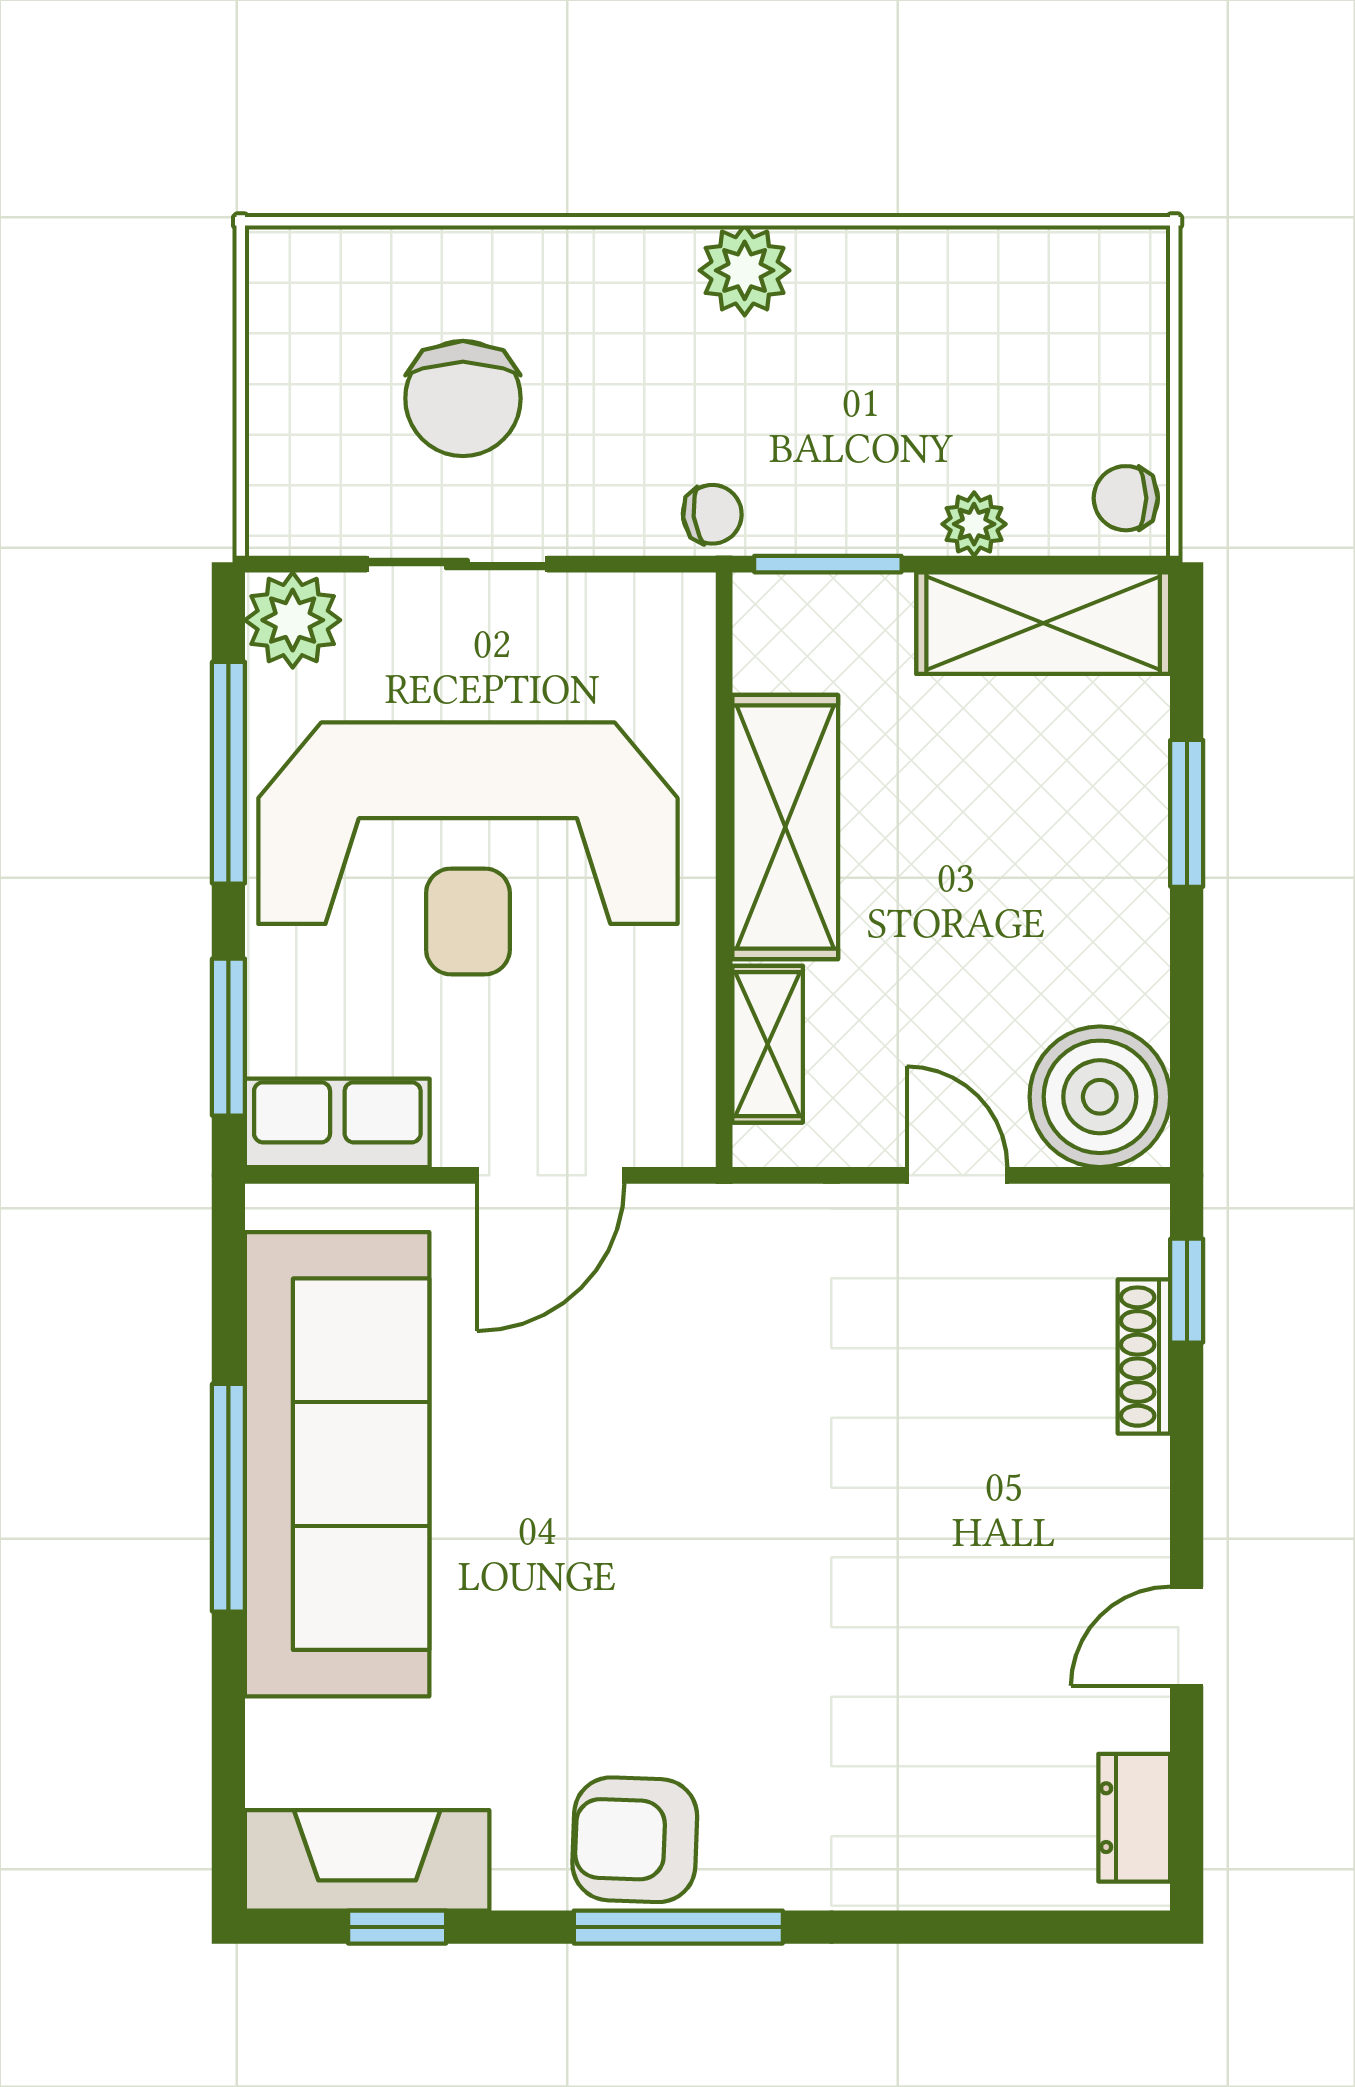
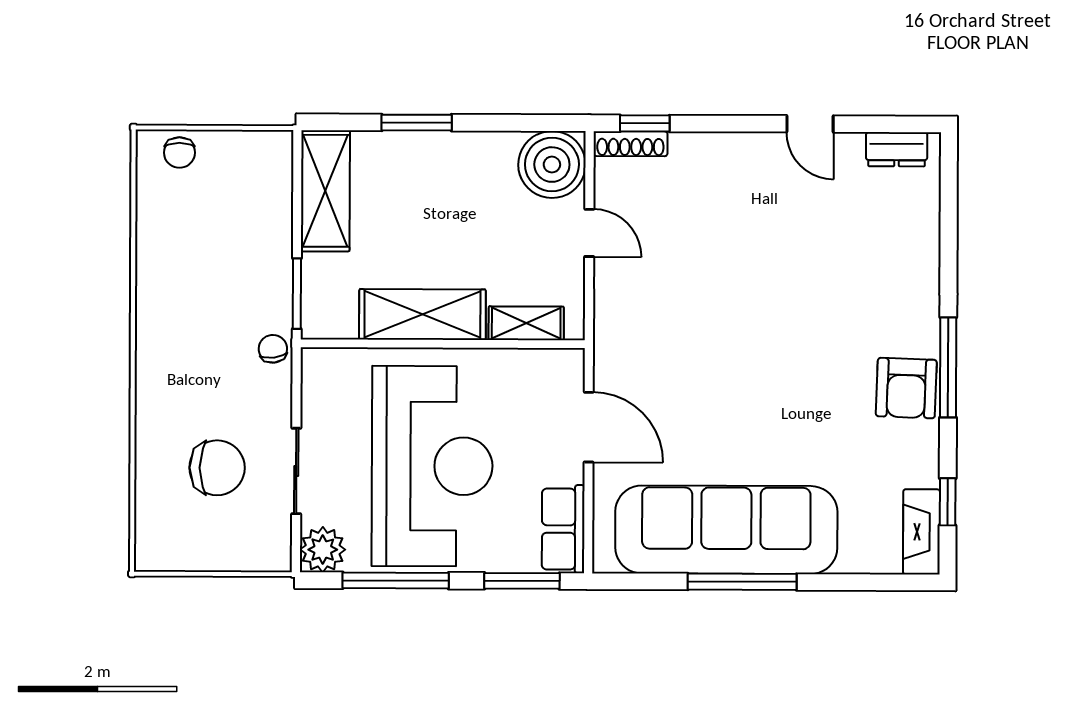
plant: (745, 270) -> (156, 333), removed
chair: (1126, 498) -> (179, 153), moved
plant: (974, 524) -> (278, 224), removed
door: (957, 1175) -> (589, 233), swing flipped
shoe rack: (1144, 1357) -> (630, 144), moved
fireplace: (367, 1860) -> (921, 532), width x0.73, depth x0.76

